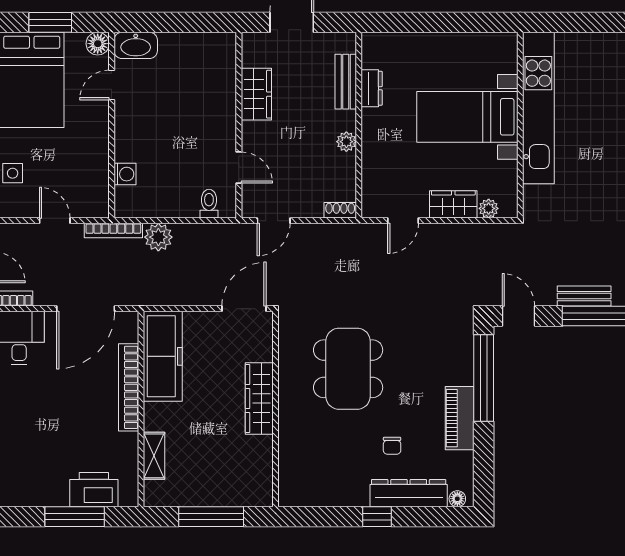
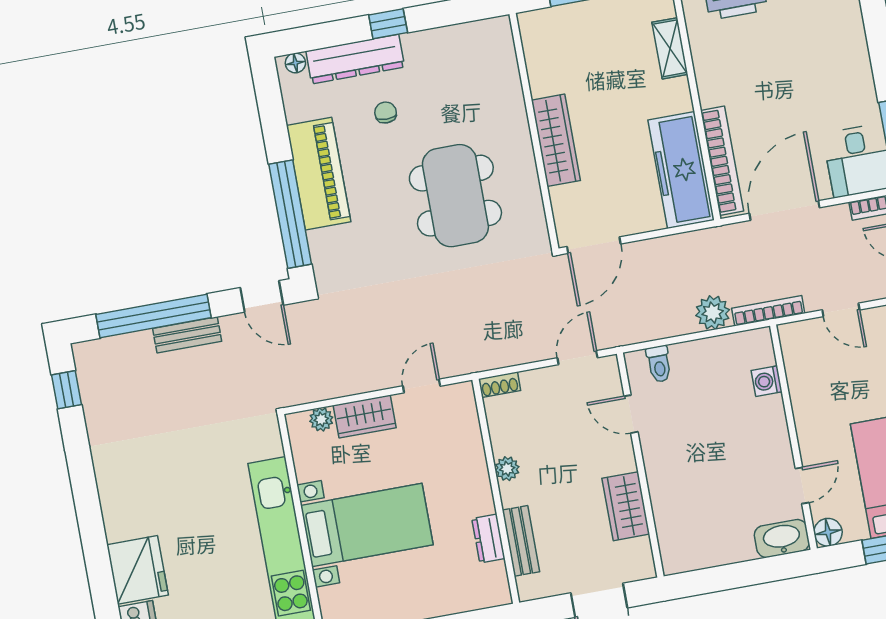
bookcase: (129, 387) -> (722, 161), moved
piano: (460, 418) -> (319, 174), width x1.37, depth x1.33

